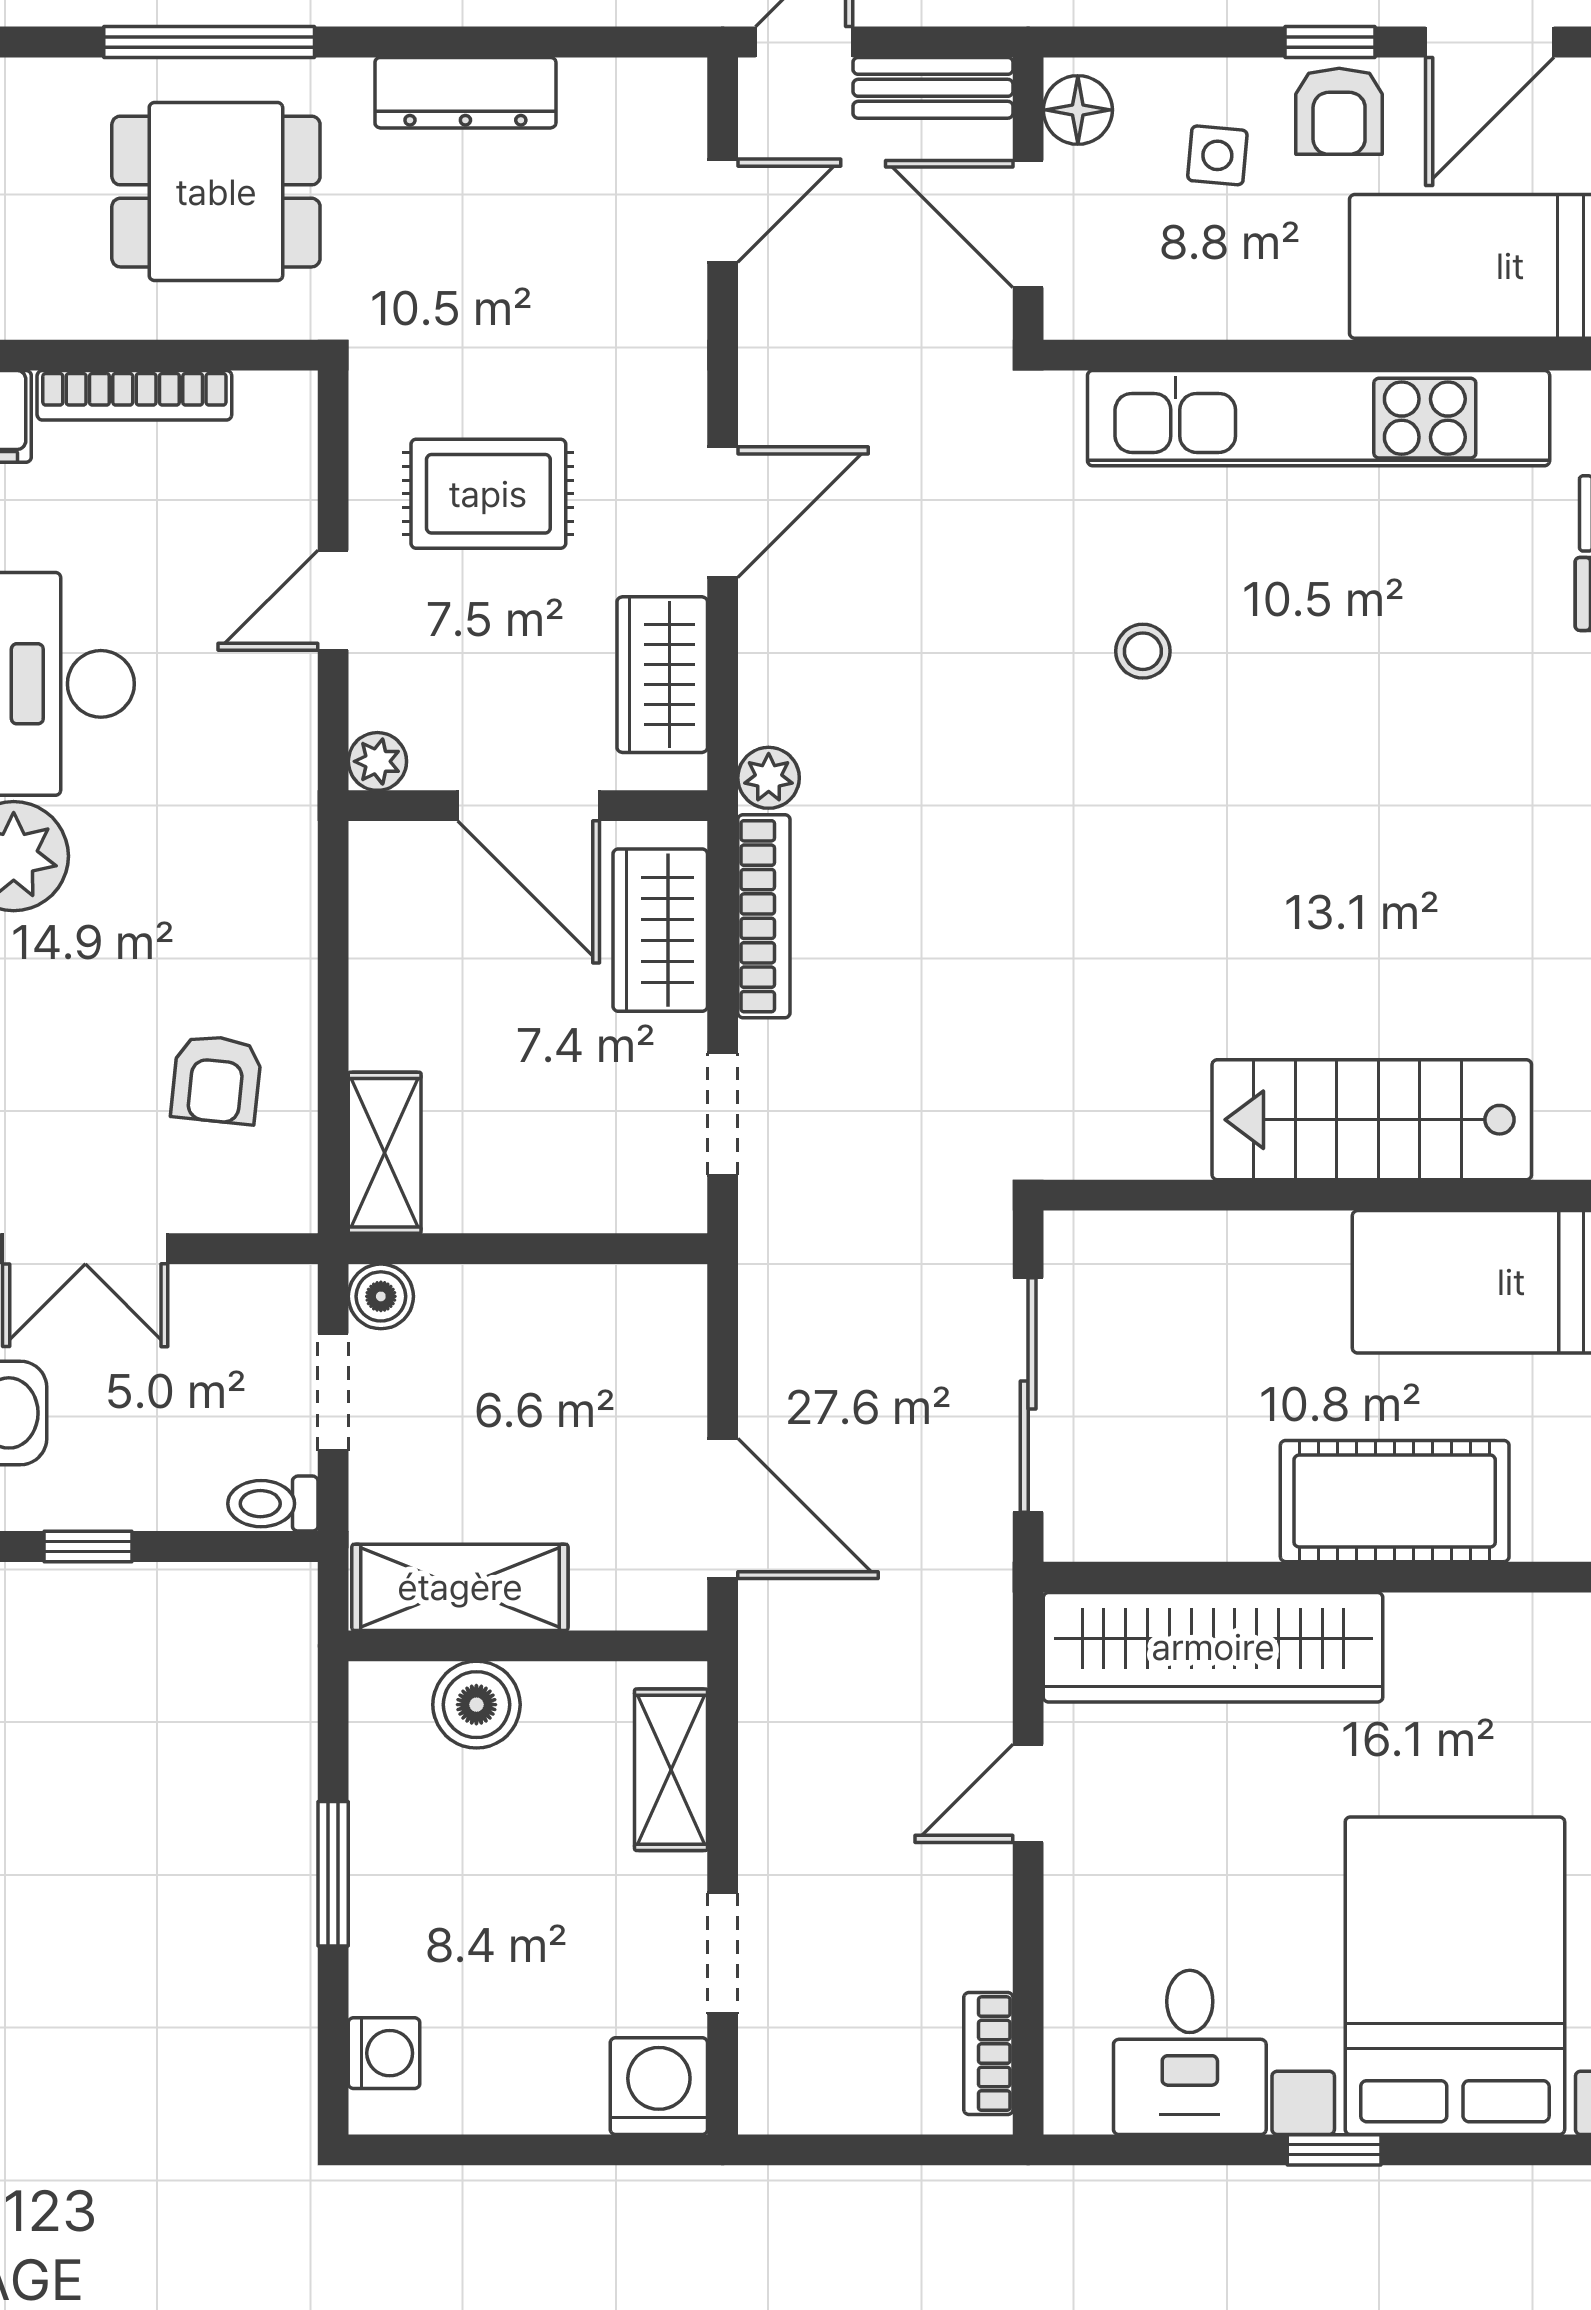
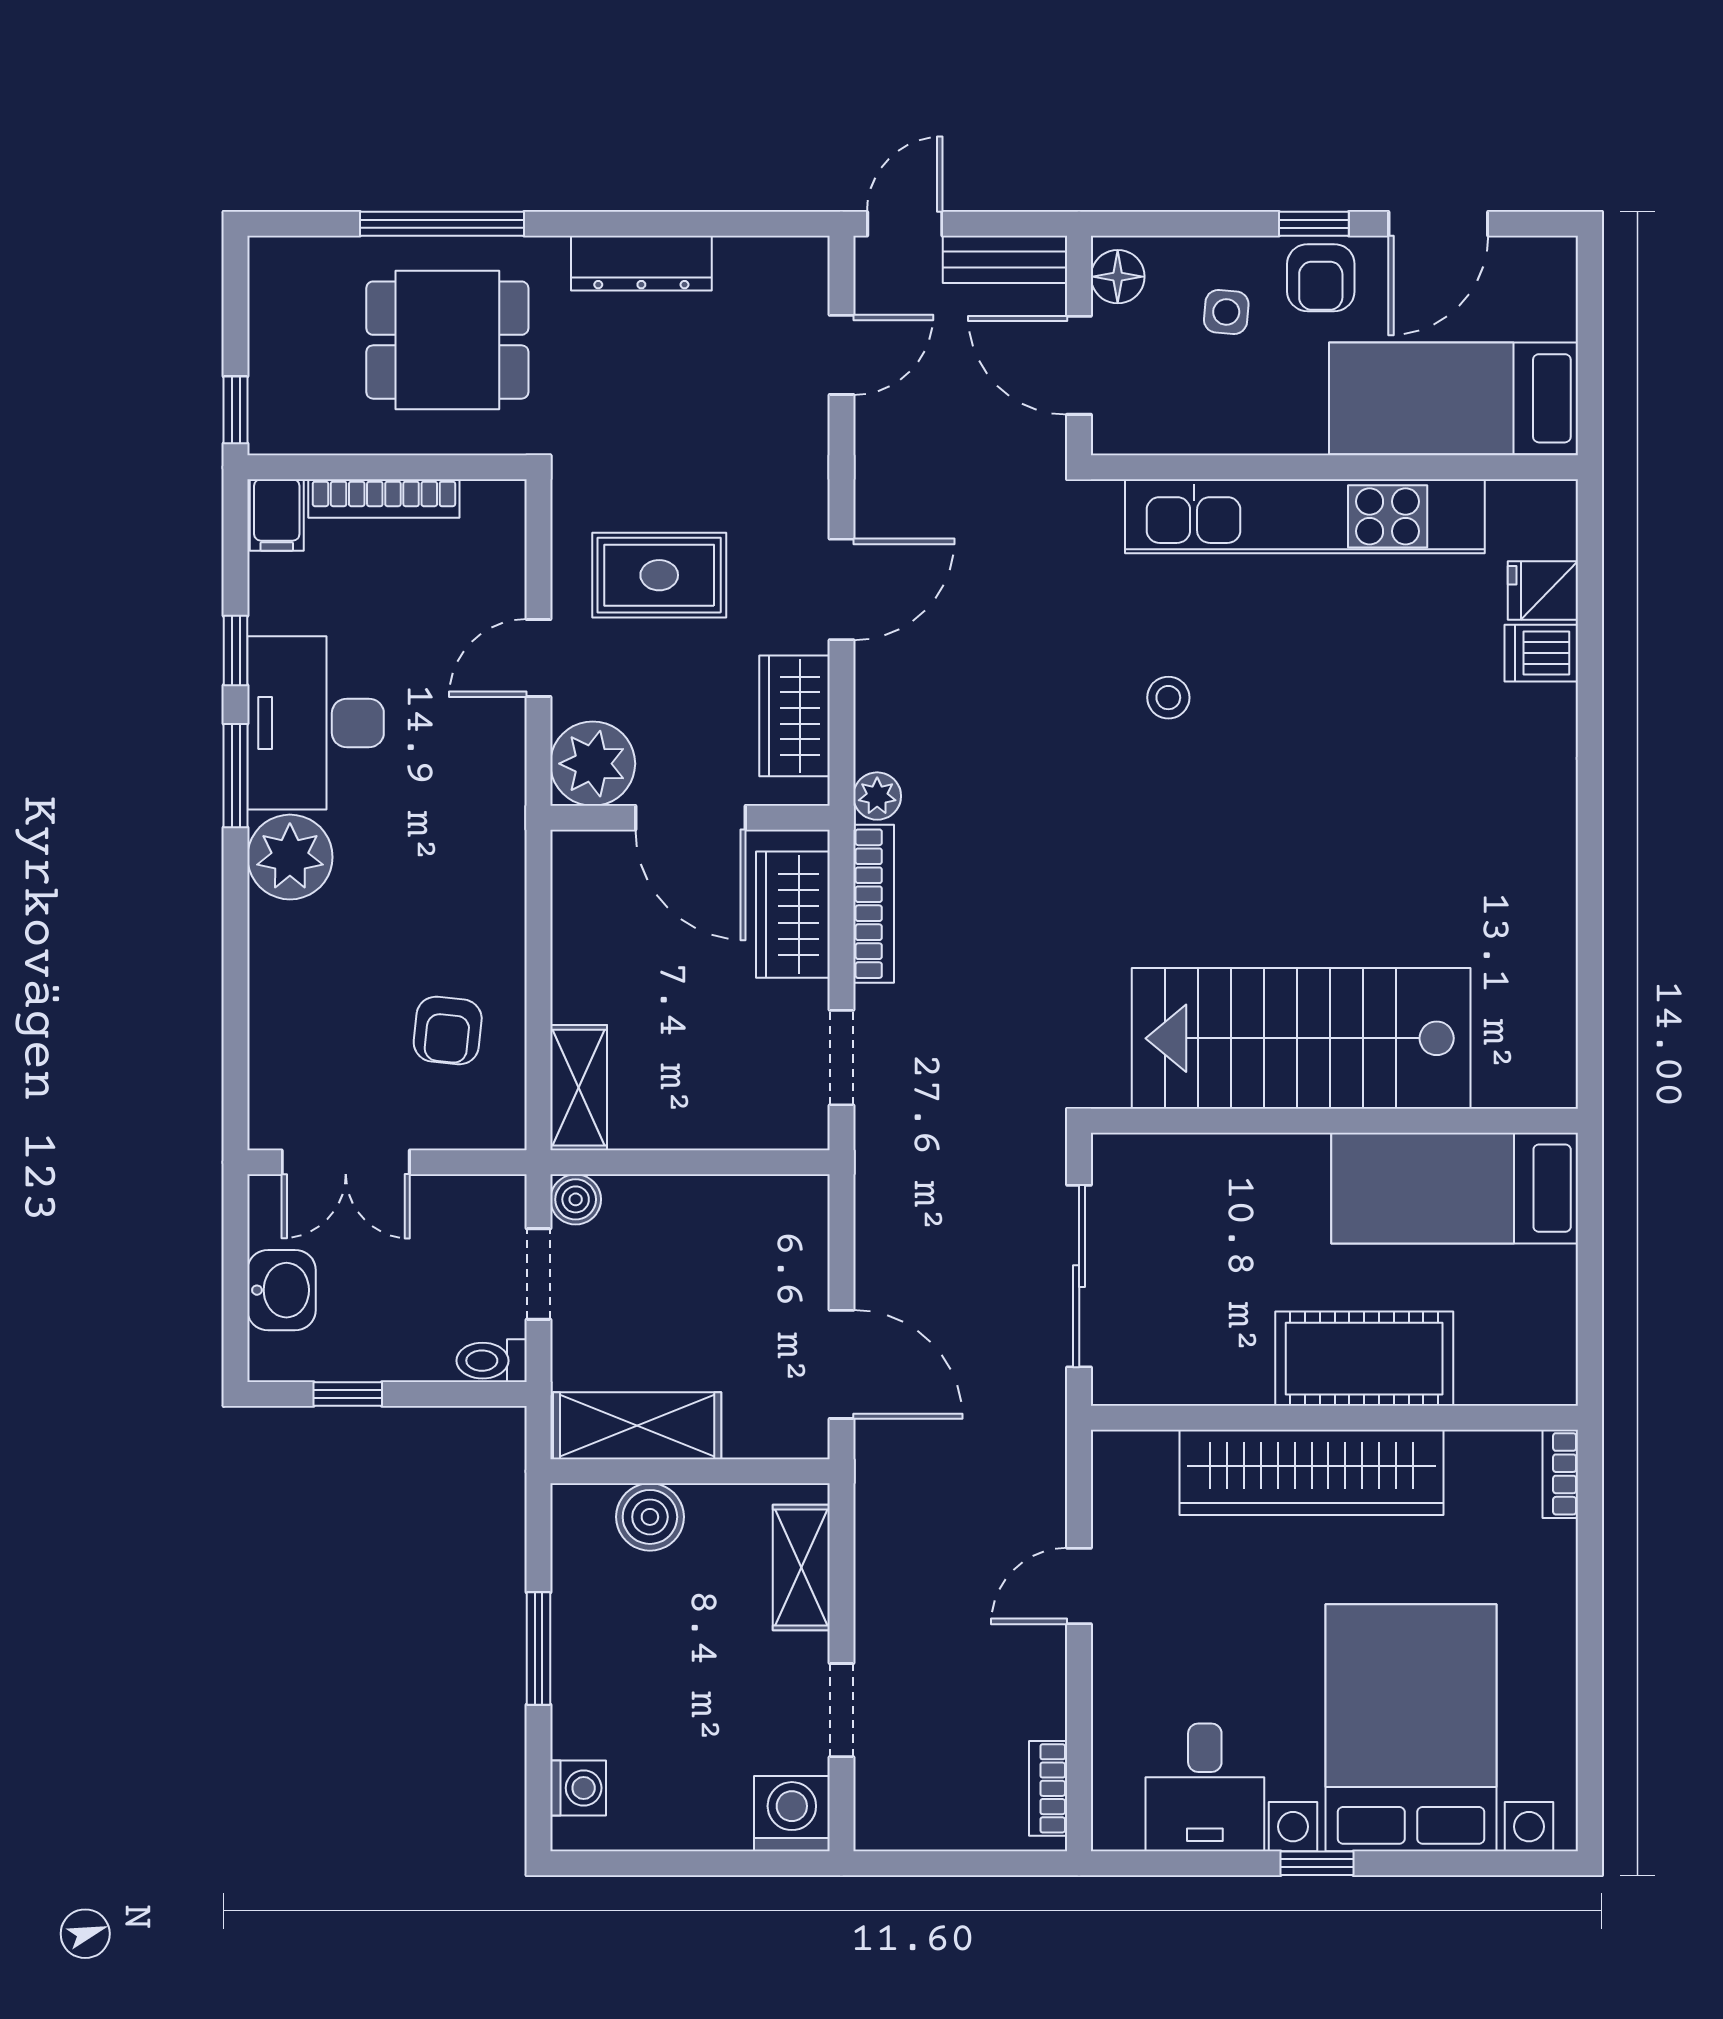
plant: (377, 761) -> (593, 764), width x1.88, depth x1.88
stairs: (1372, 1120) -> (1301, 1038), width x1.36, depth x1.51
wardrobe: (1213, 1647) -> (1312, 1472), moved

